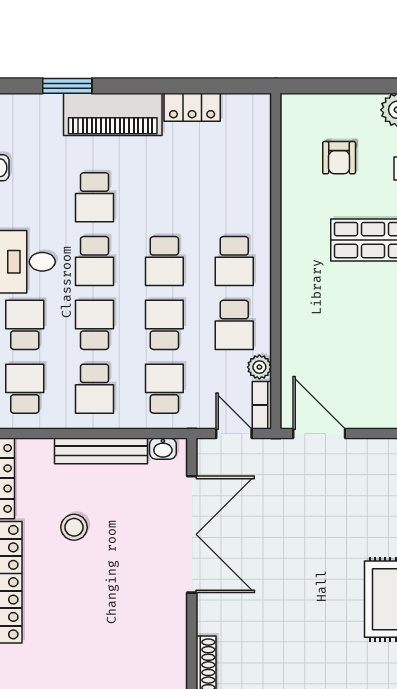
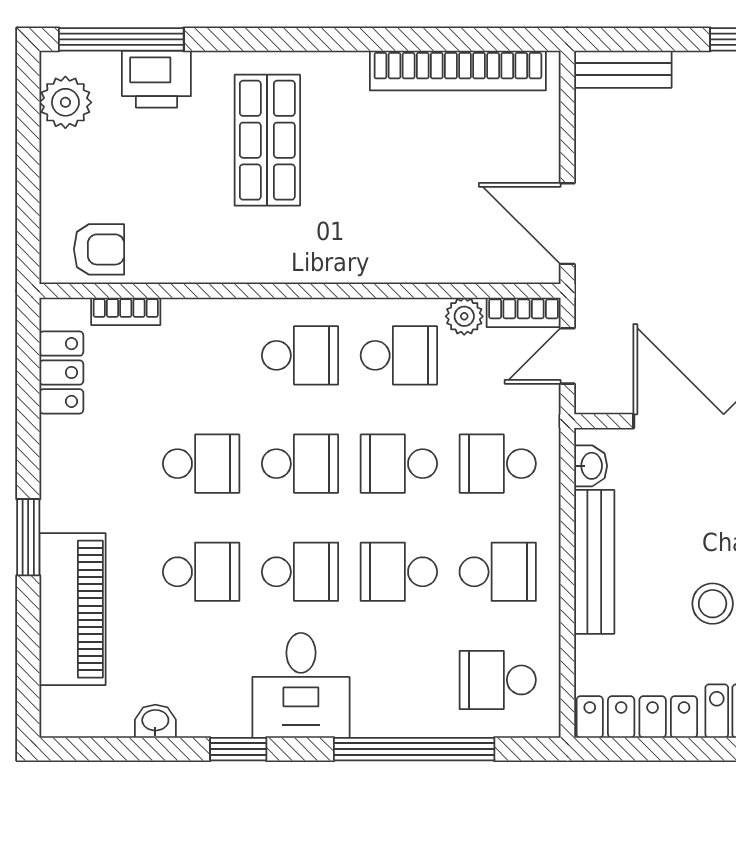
window: (67, 86) -> (28, 537), moved
locker: (192, 107) -> (61, 372), moved
piano: (113, 114) -> (73, 609), moved
bookcase: (263, 149) -> (126, 311), added
armchair: (339, 158) -> (99, 249), moved
school desk: (25, 325) -> (201, 464), moved, turned 180
door: (319, 434) -> (567, 224), hinge flipped

